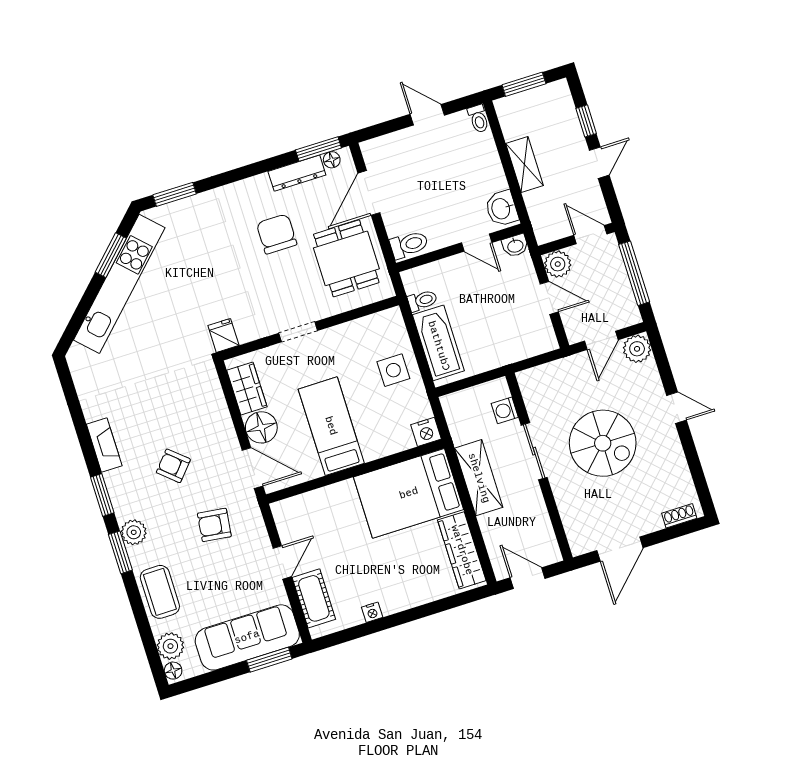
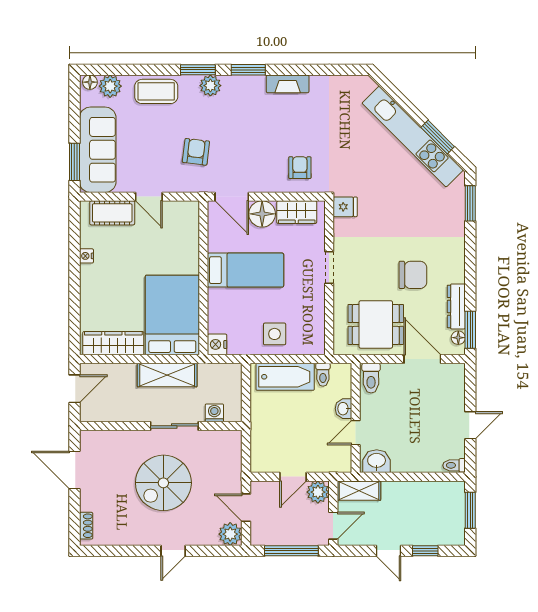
shelving: (524, 164) -> (359, 491), moved
washbasin: (515, 246) -> (343, 409), moved
armchair: (173, 466) -> (300, 168), moved, turned -41
door: (253, 468) -> (232, 197), hinge flipped

